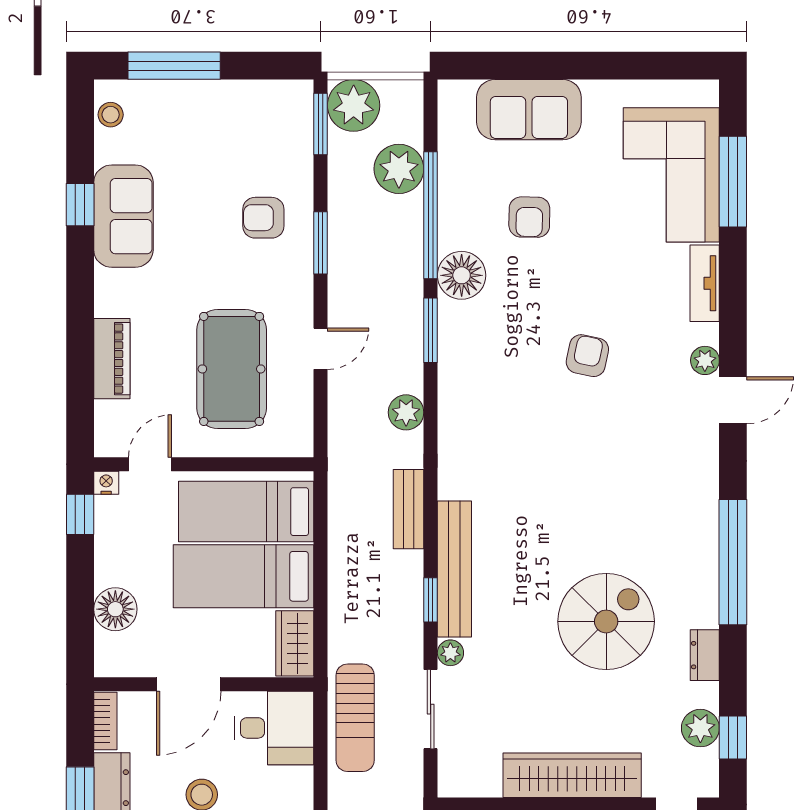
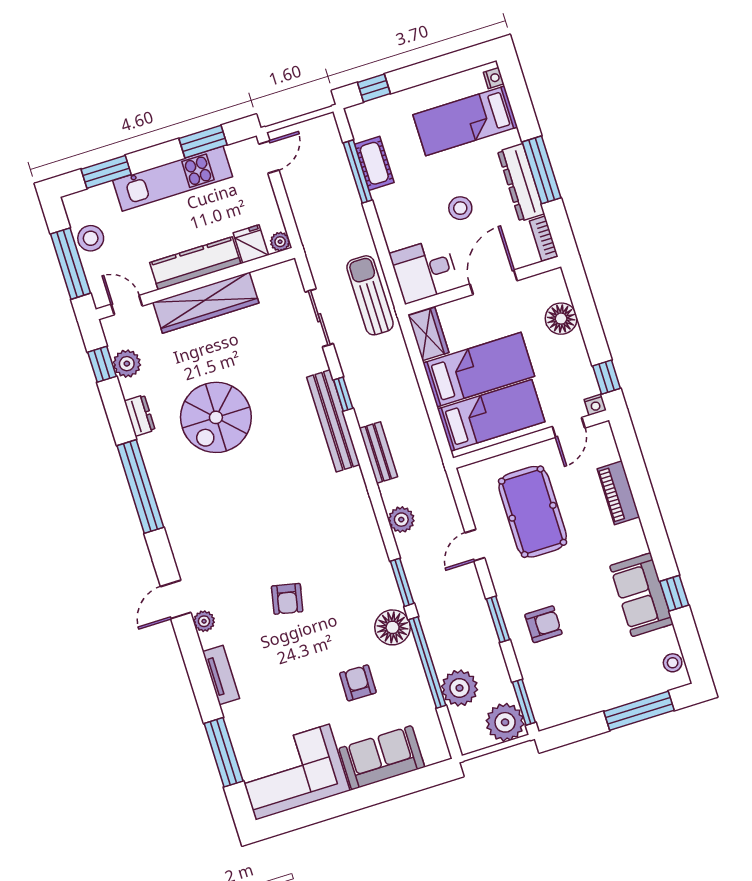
corner sofa: (671, 175) -> (293, 772), moved, turned -90
plant: (450, 653) -> (318, 361), removed

